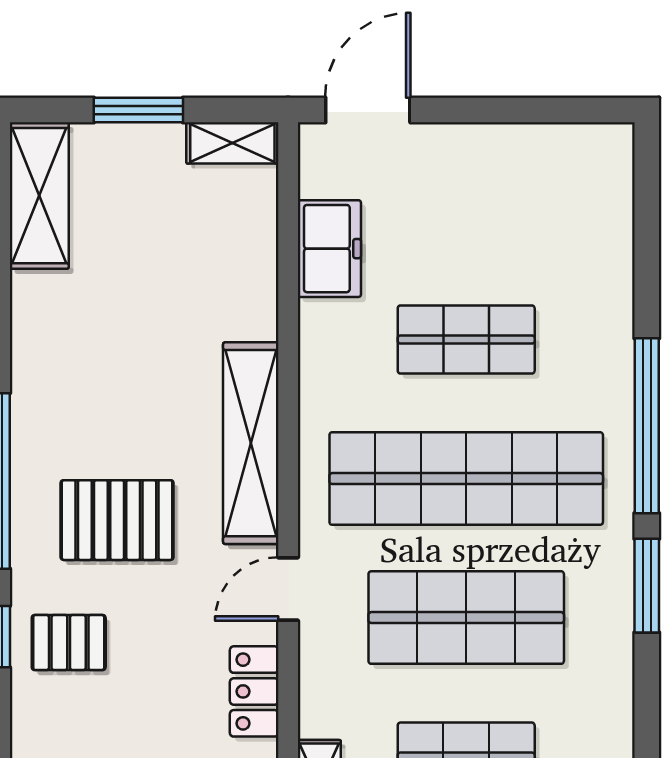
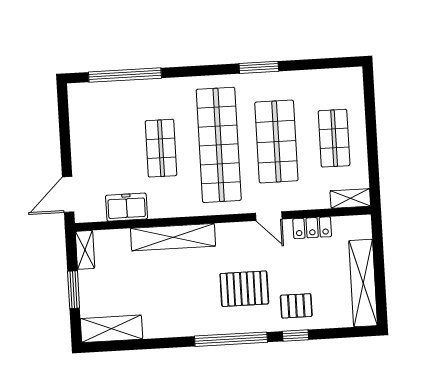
door: (368, 110) -> (68, 194), hinge flipped
window: (647, 426) -> (125, 75), moved
shelving: (251, 443) -> (173, 237), moved
pallet: (117, 520) -> (244, 289), turned 90
pallet: (69, 643) -> (296, 306), turned 90

